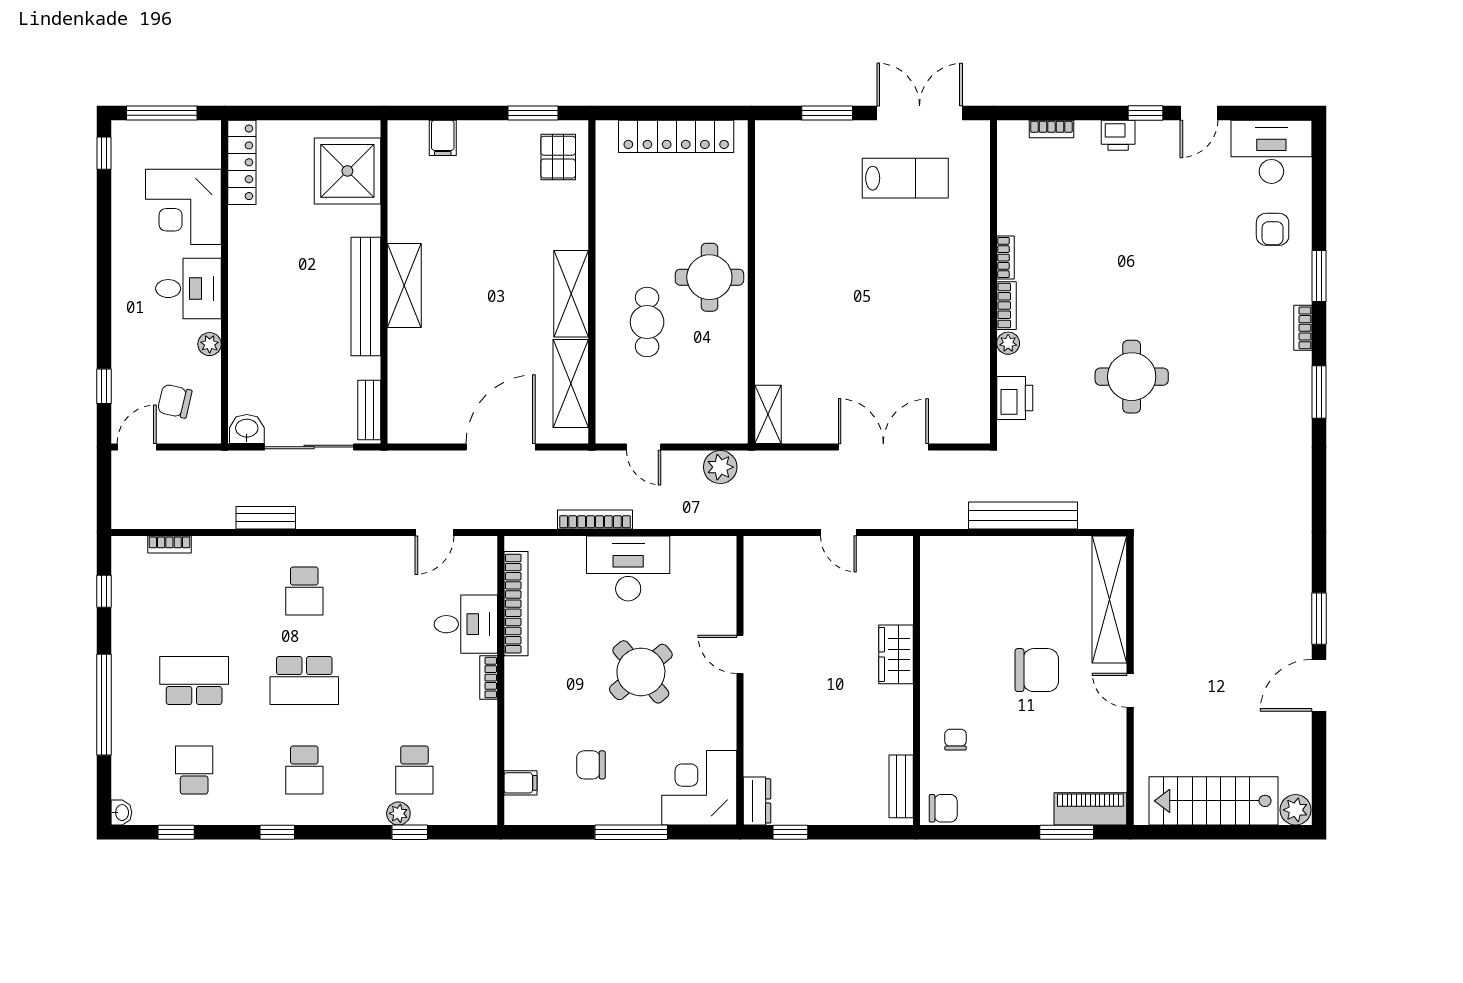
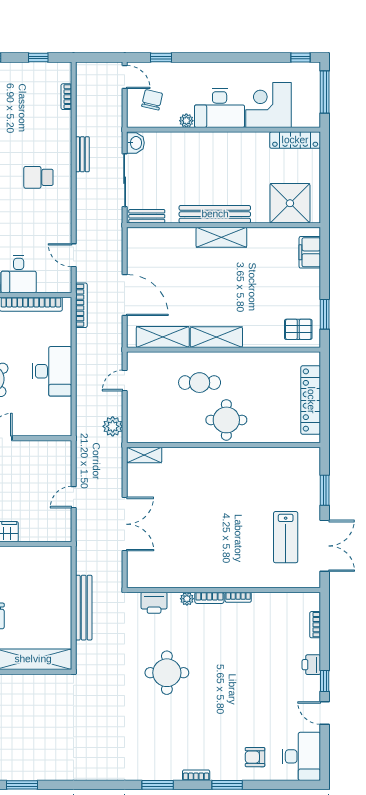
filing cabinet: (443, 138) -> (310, 252), width x2.00
desk: (188, 289) -> (220, 108), width x1.37
bookcase: (595, 519) -> (81, 305), moved

